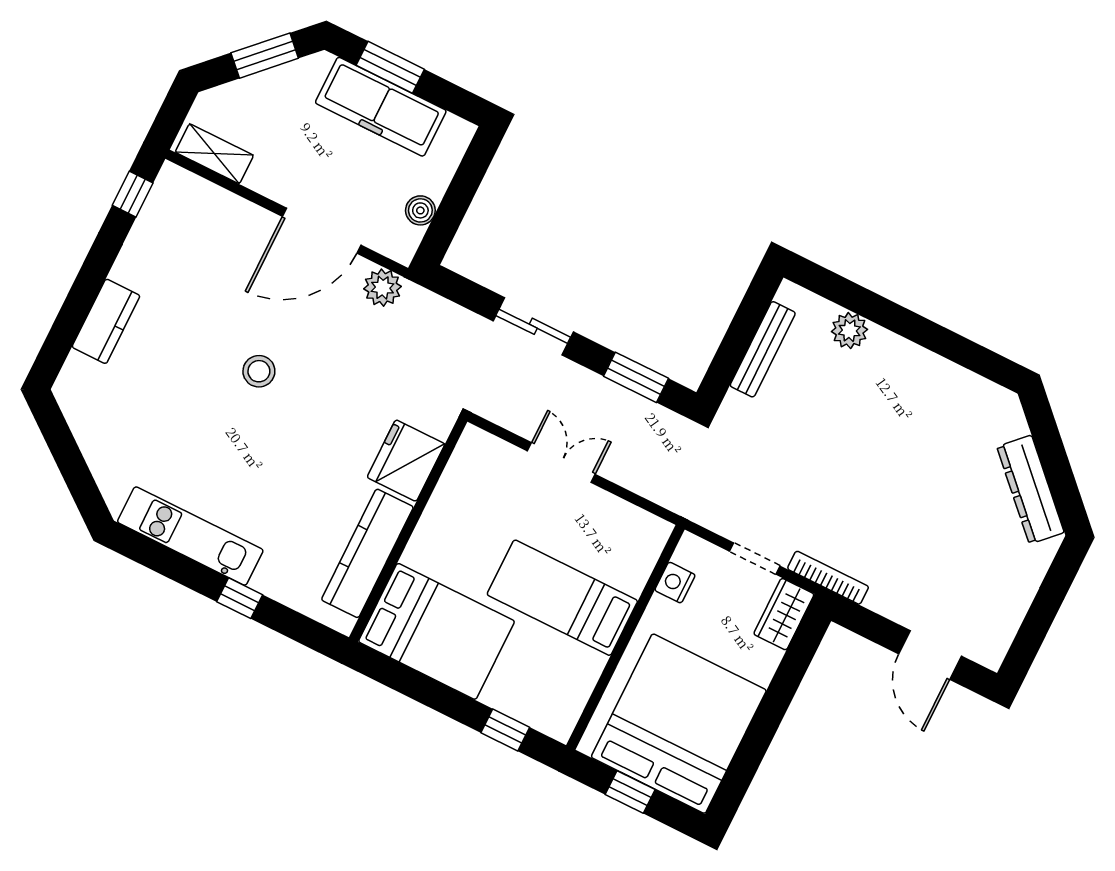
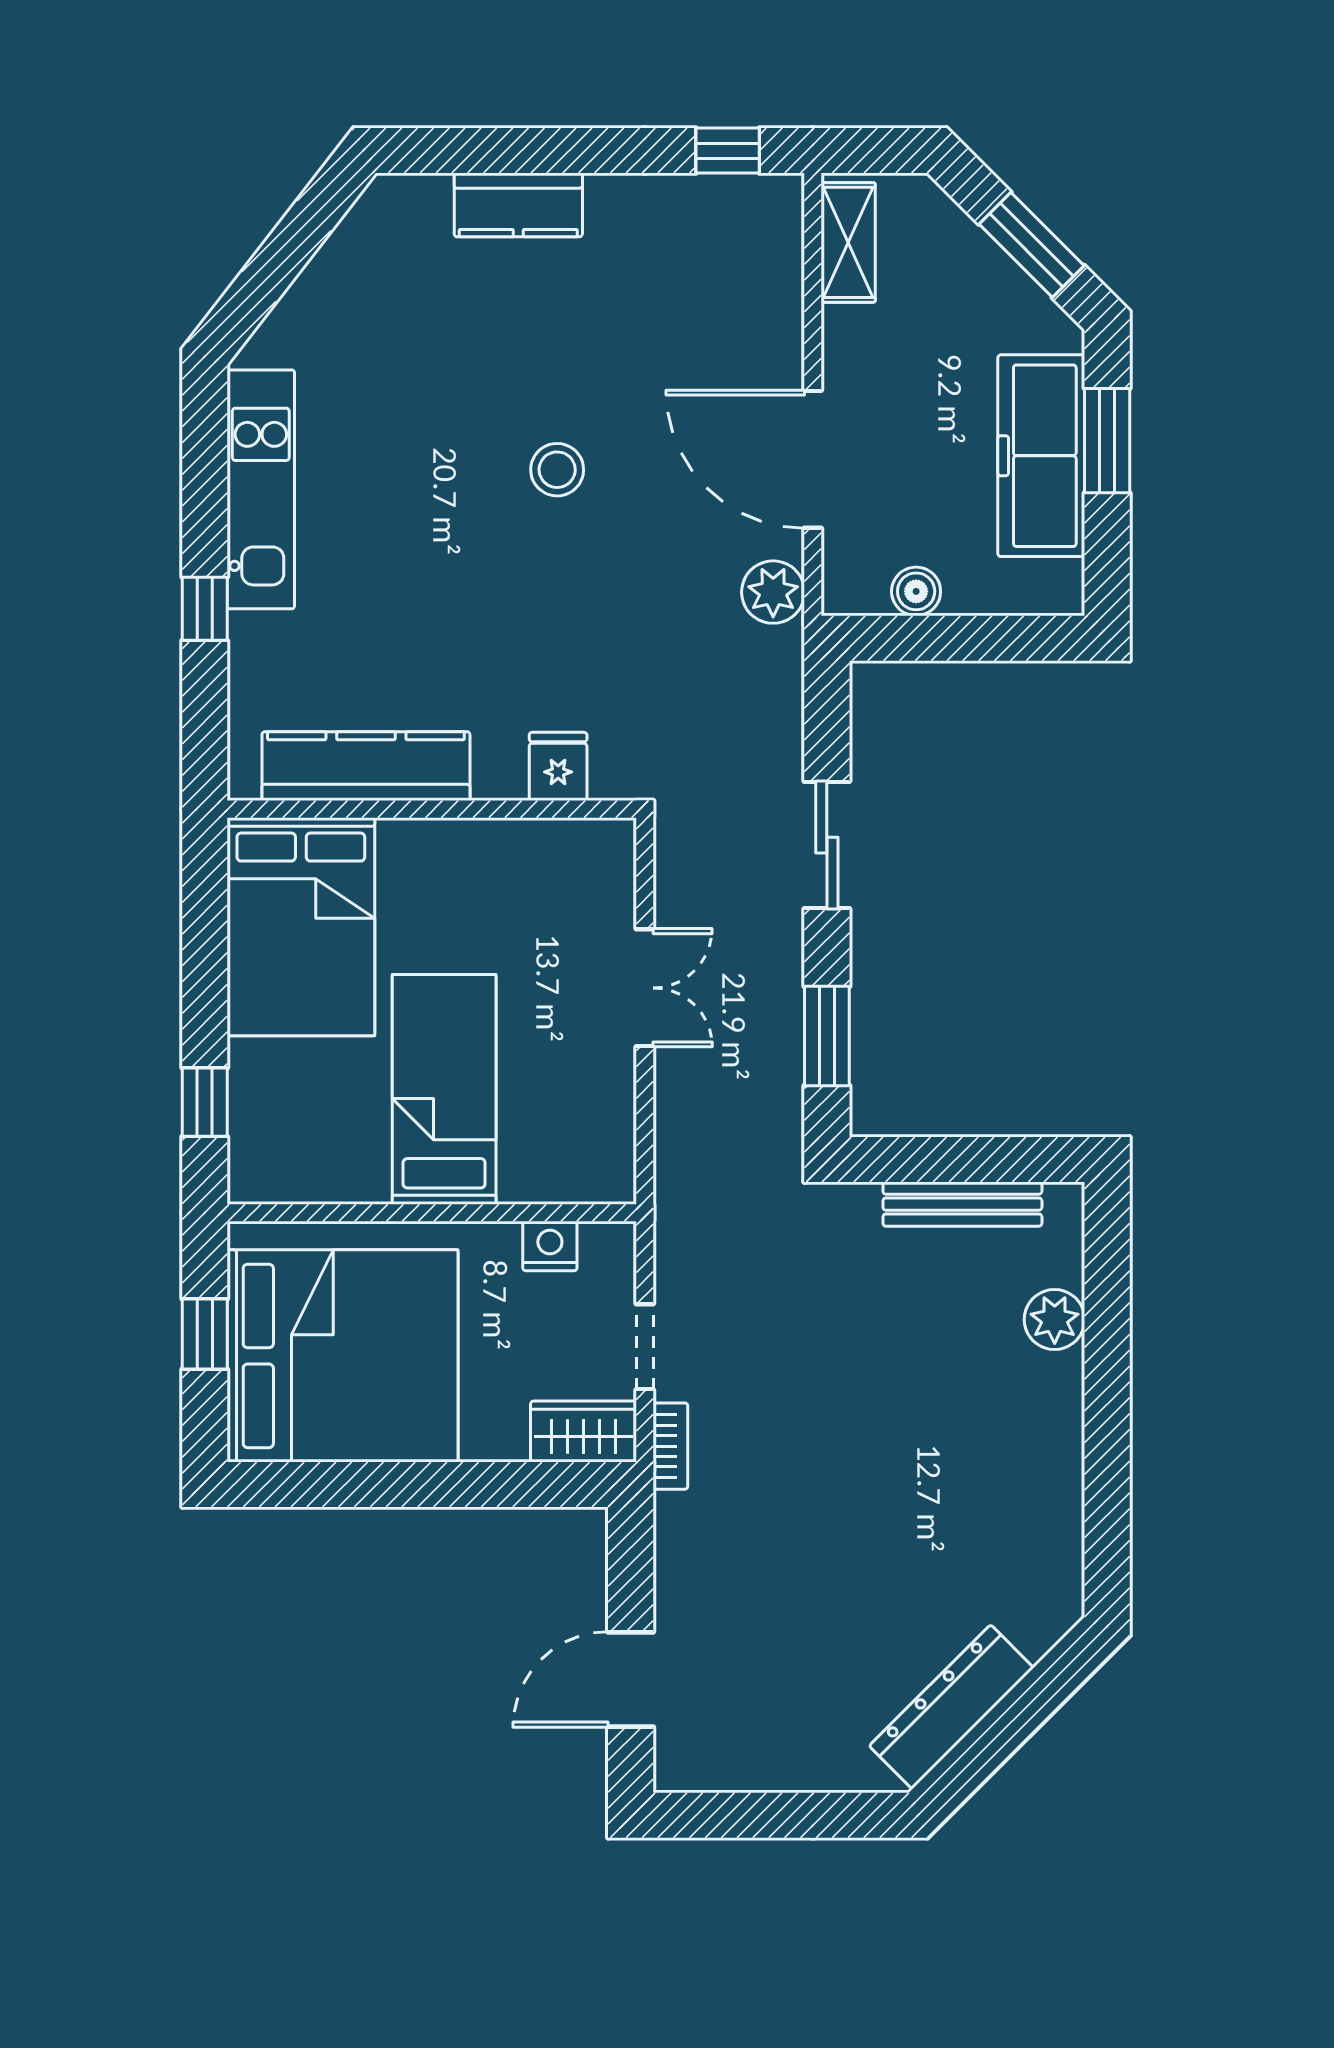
fridge: (406, 461) -> (558, 766), width x0.53, depth x0.75
bookcase: (828, 578) -> (670, 1446), width x0.64

